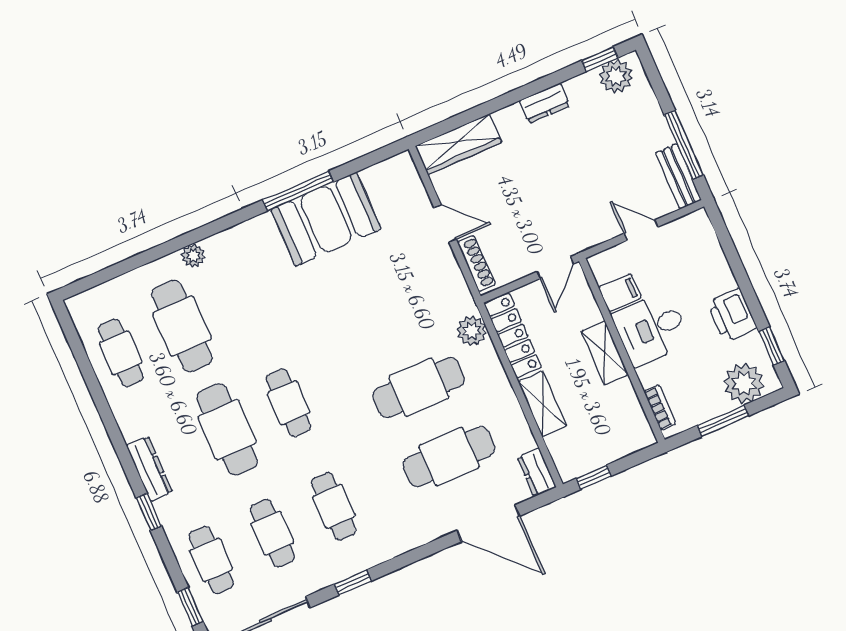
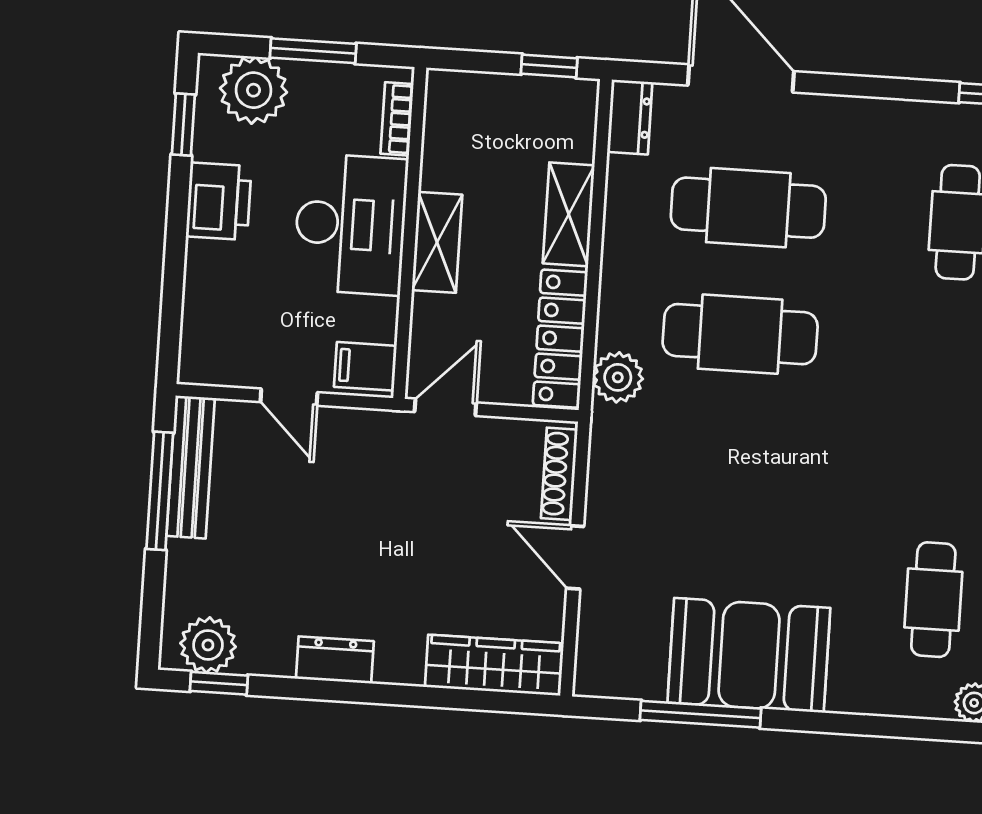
bench: (678, 176) -> (191, 467), width x1.36
window: (298, 191) -> (701, 714), moved
filing cabinet: (620, 293) -> (365, 366), moved
desk: (651, 329) -> (351, 224), width x1.37
cafe table: (289, 403) -> (933, 600), moved

